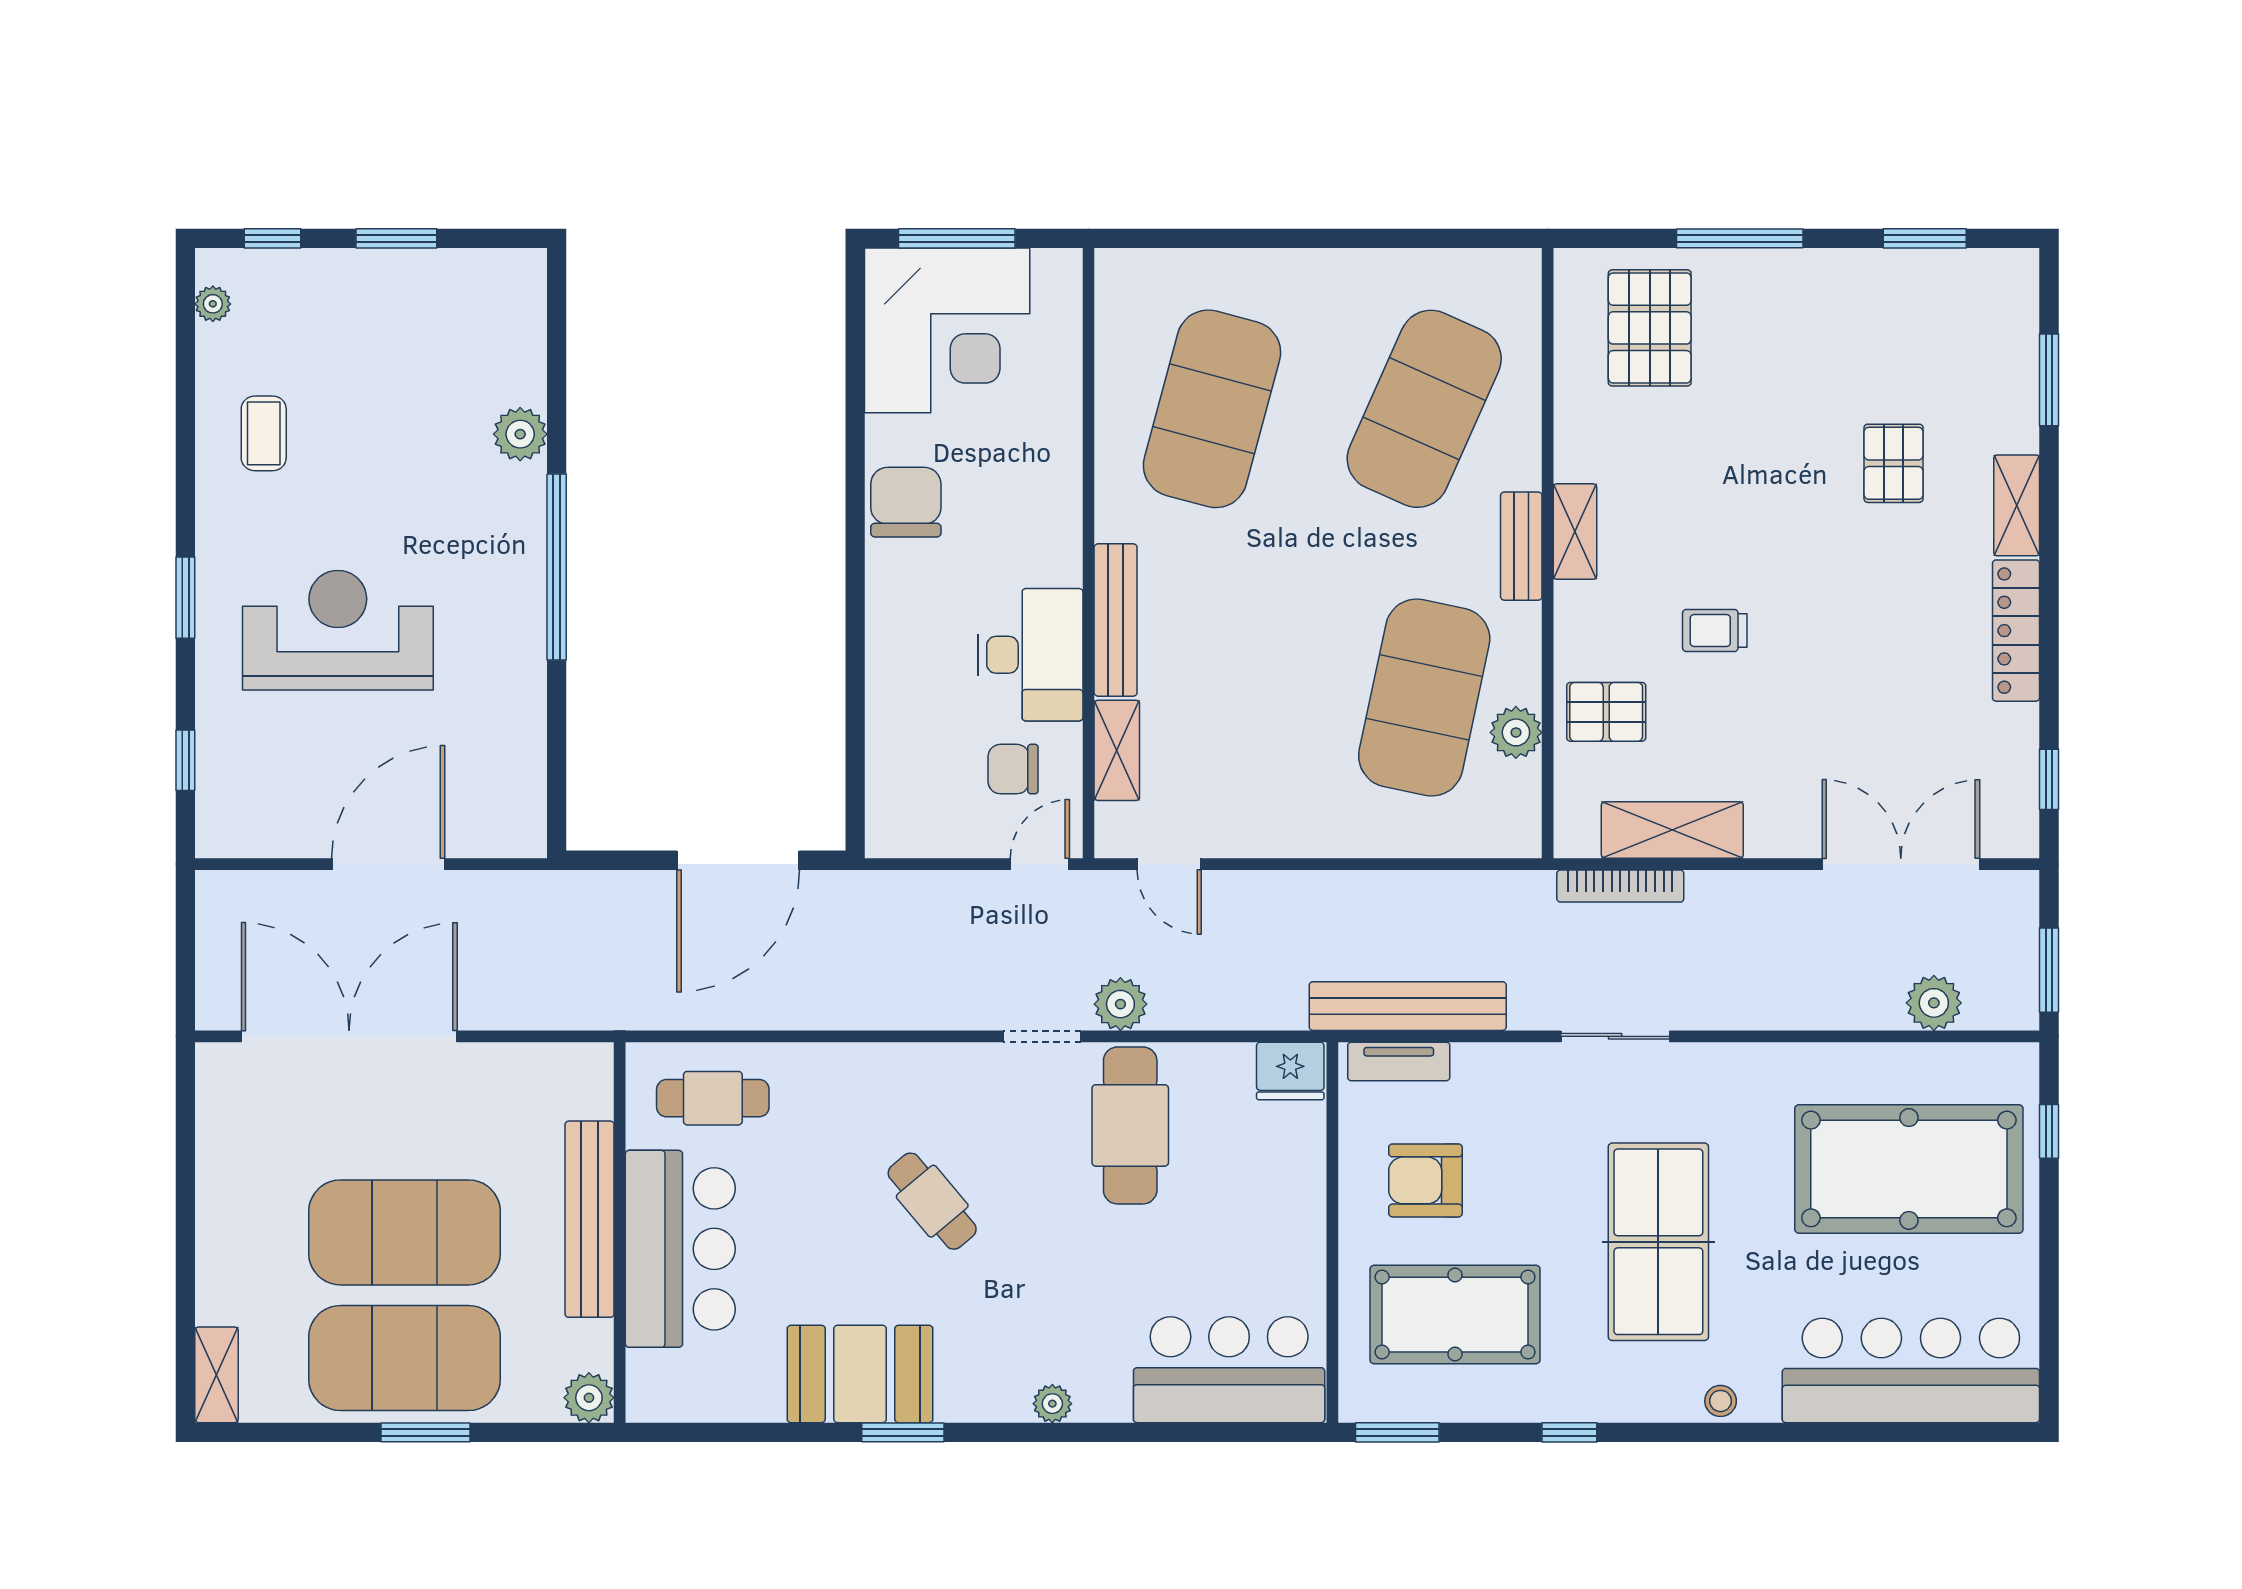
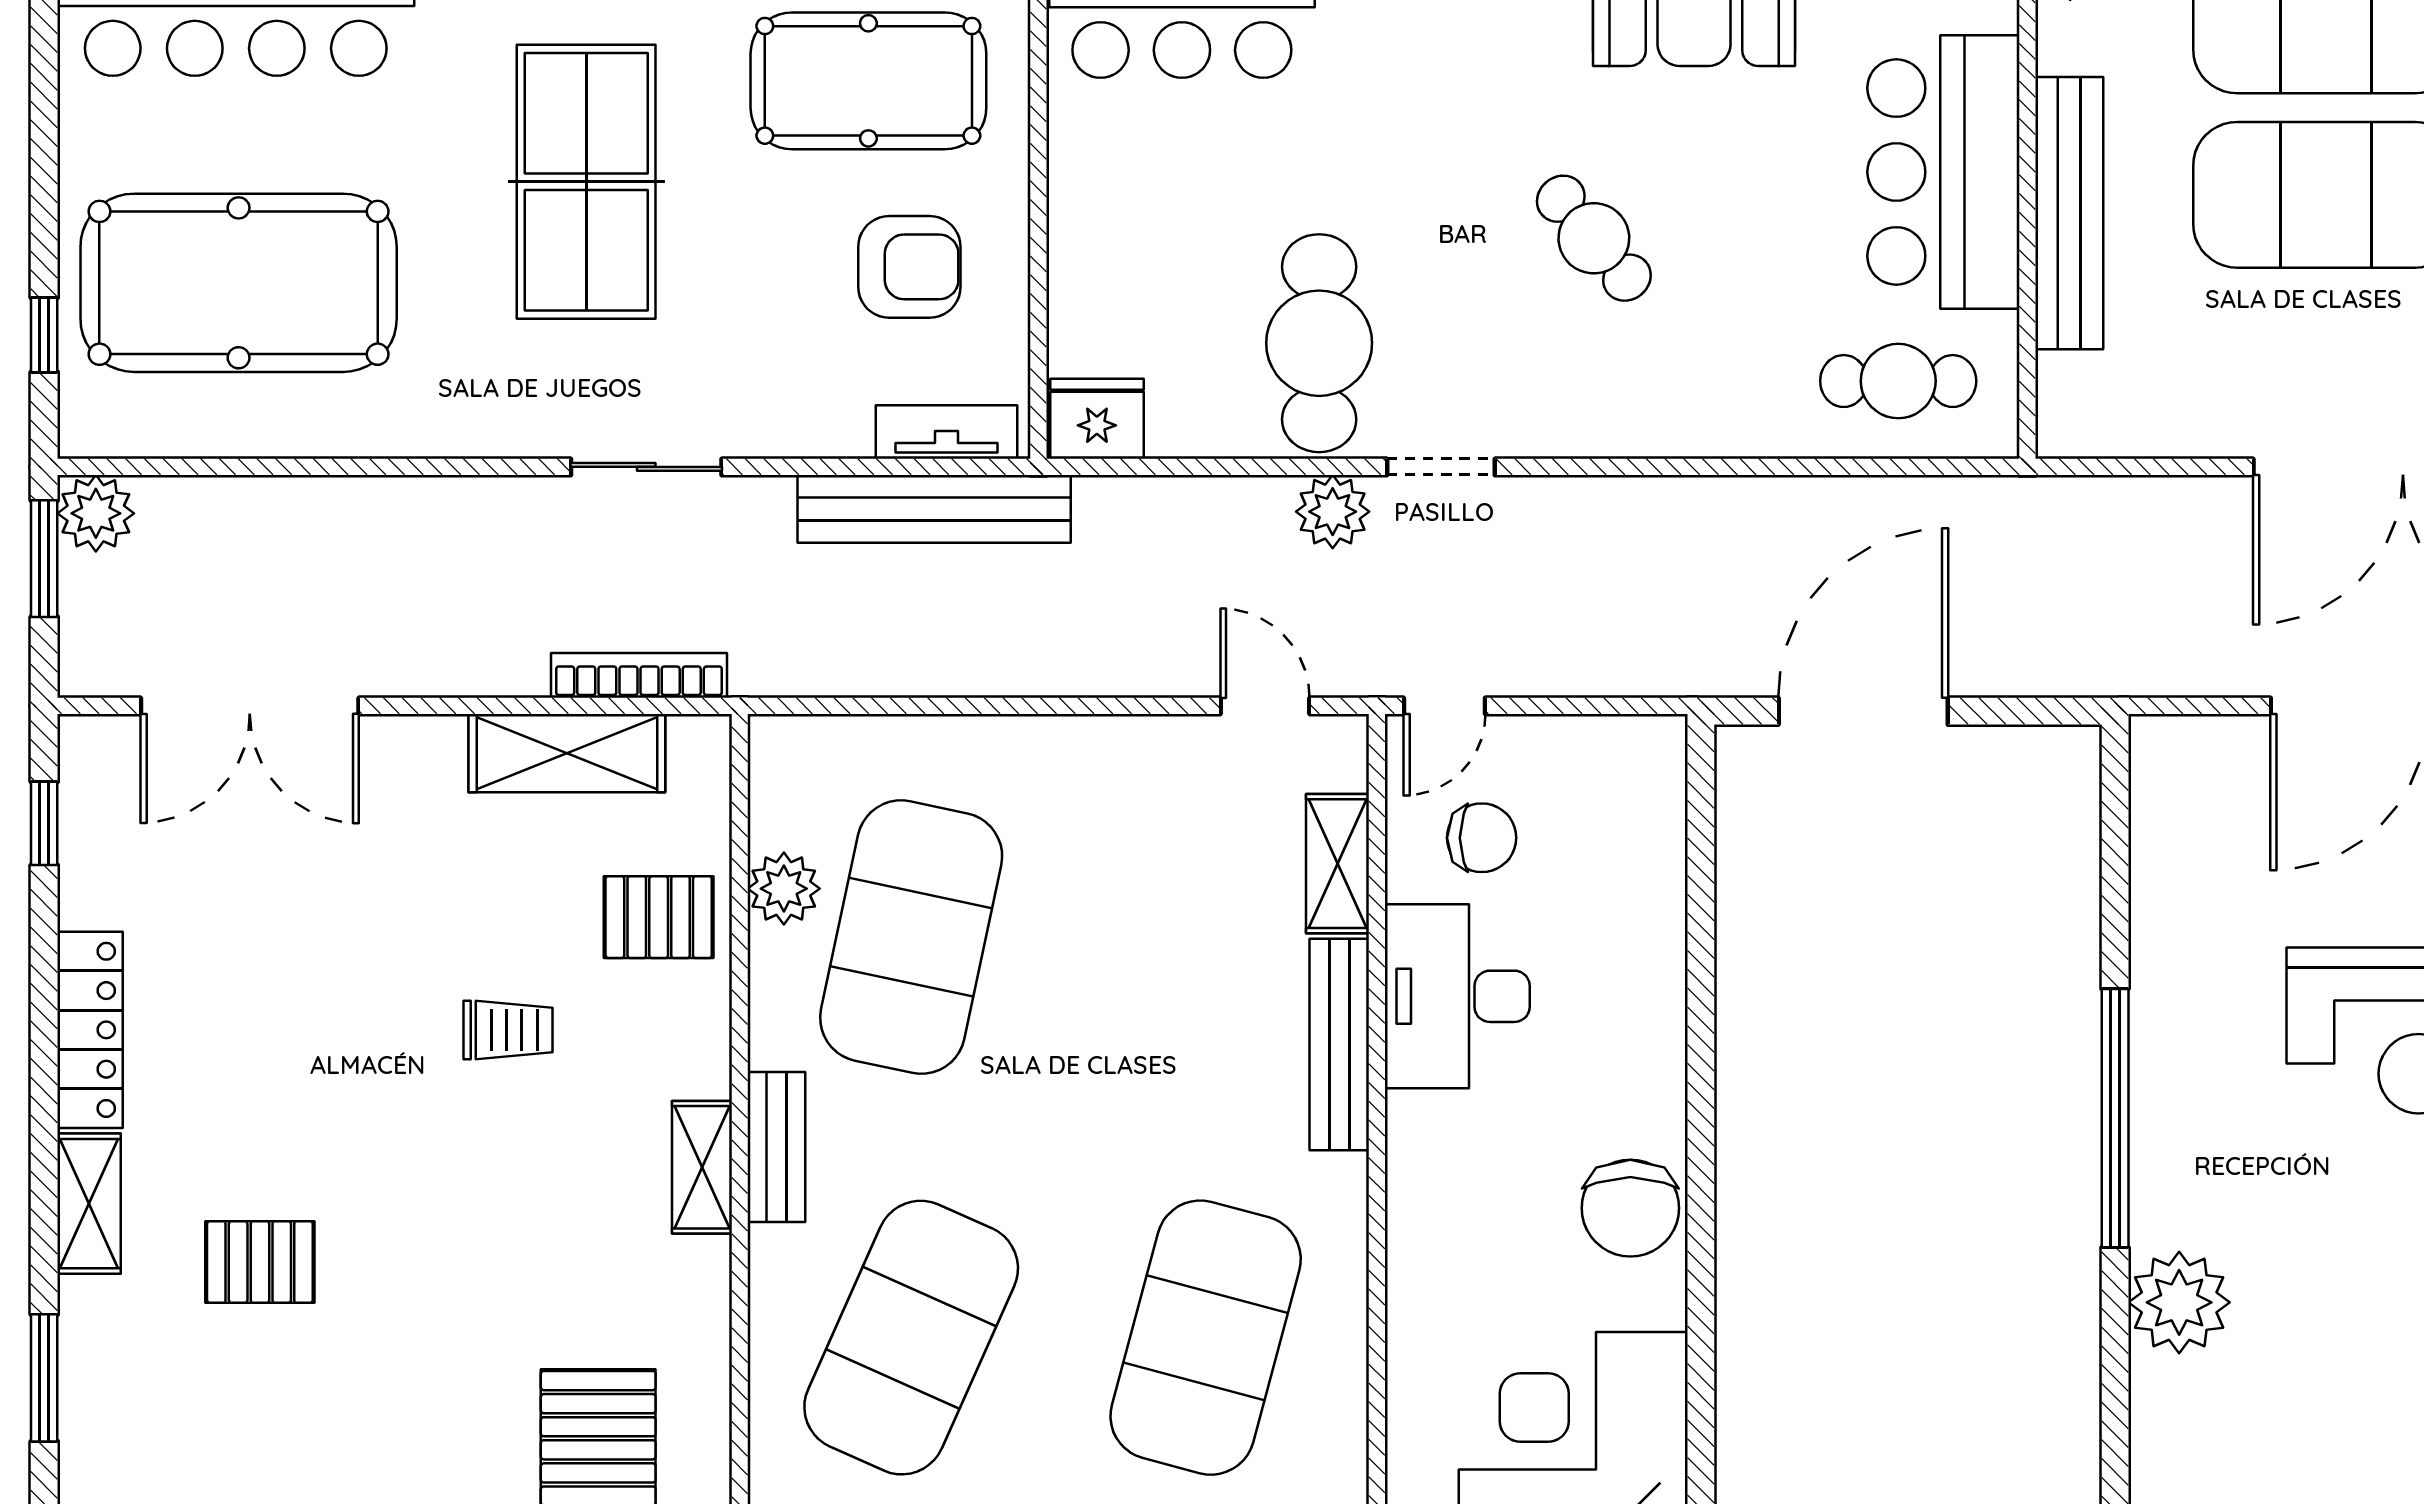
plant: (520, 434) -> (2179, 1302), width x1.36, depth x1.36
pallet: (1894, 463) -> (260, 1262), turned 90
plant: (1934, 1003) -> (96, 513), moved

